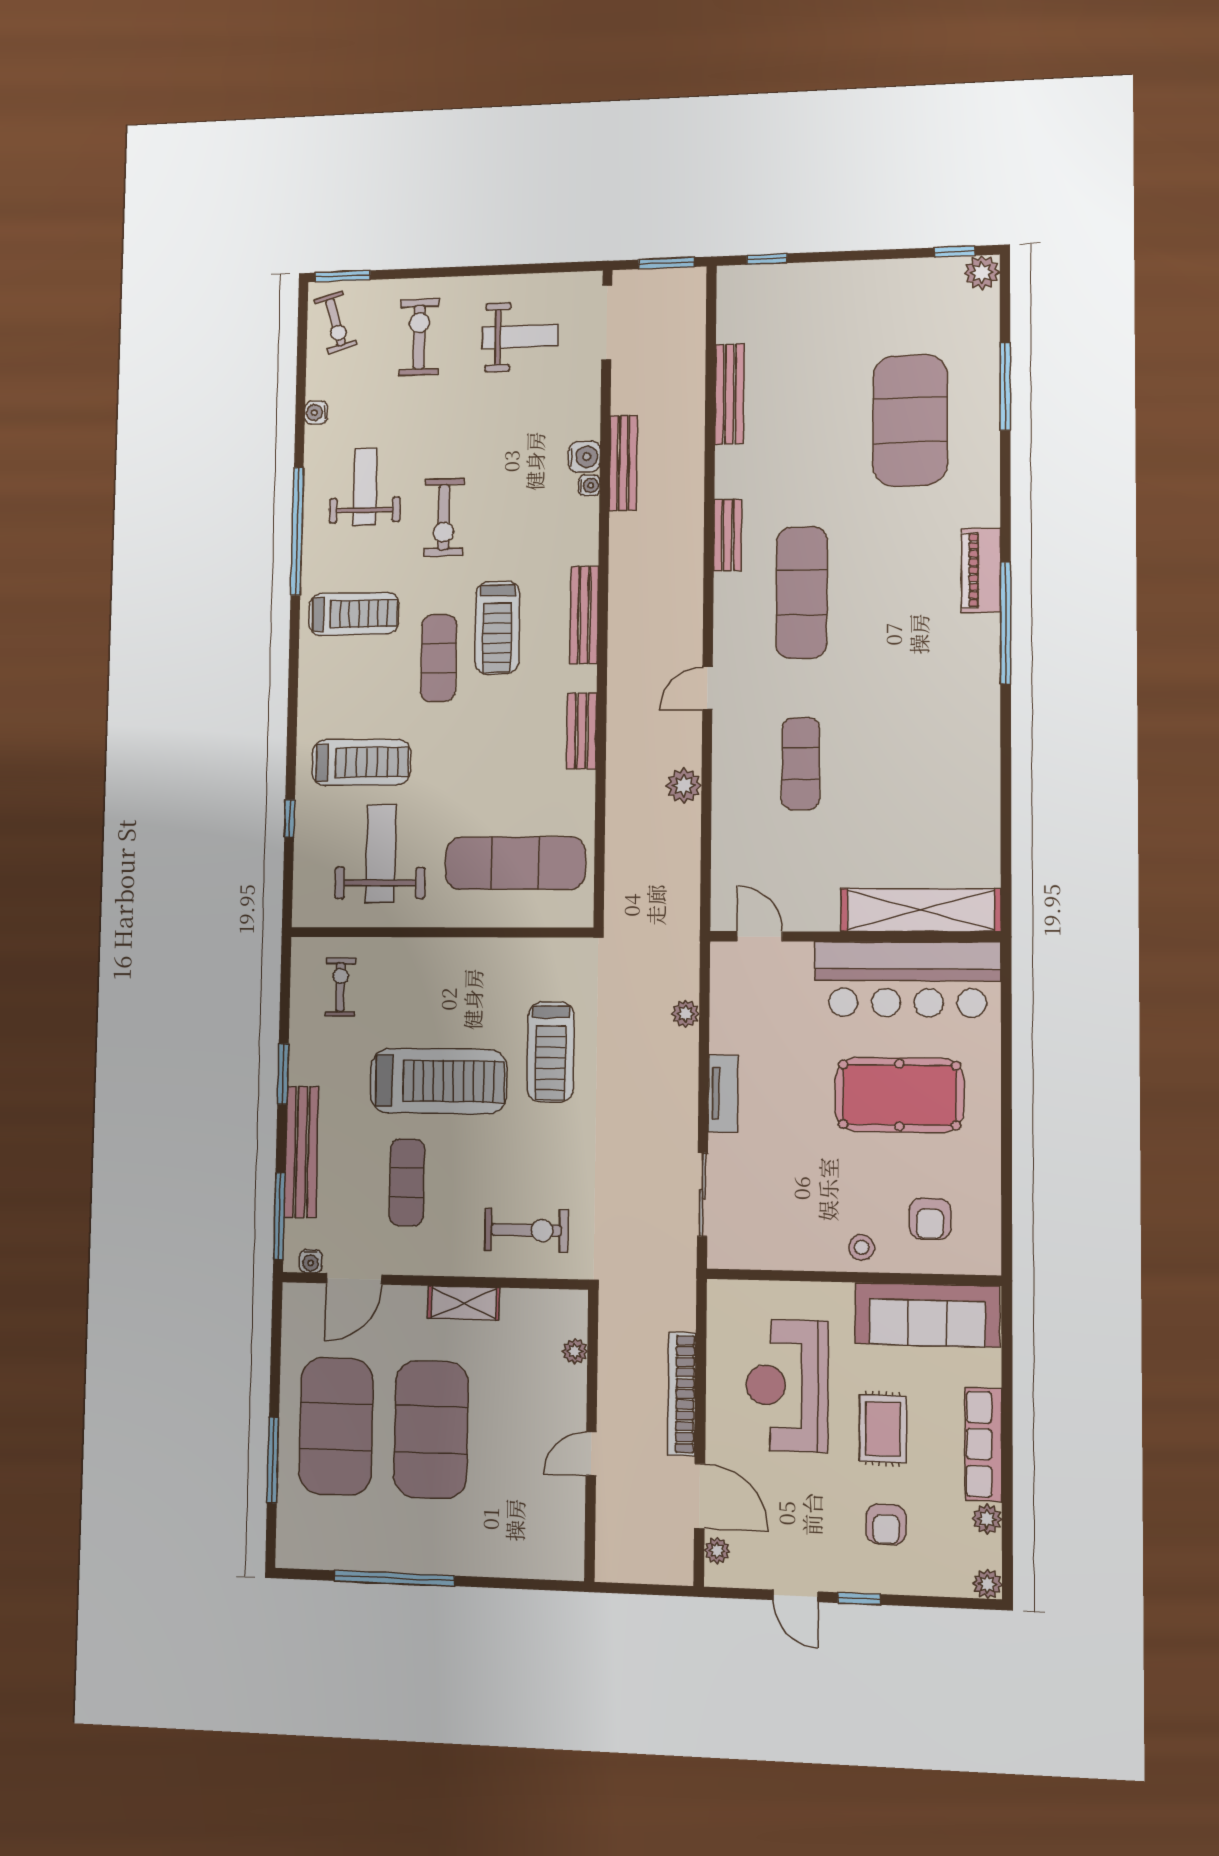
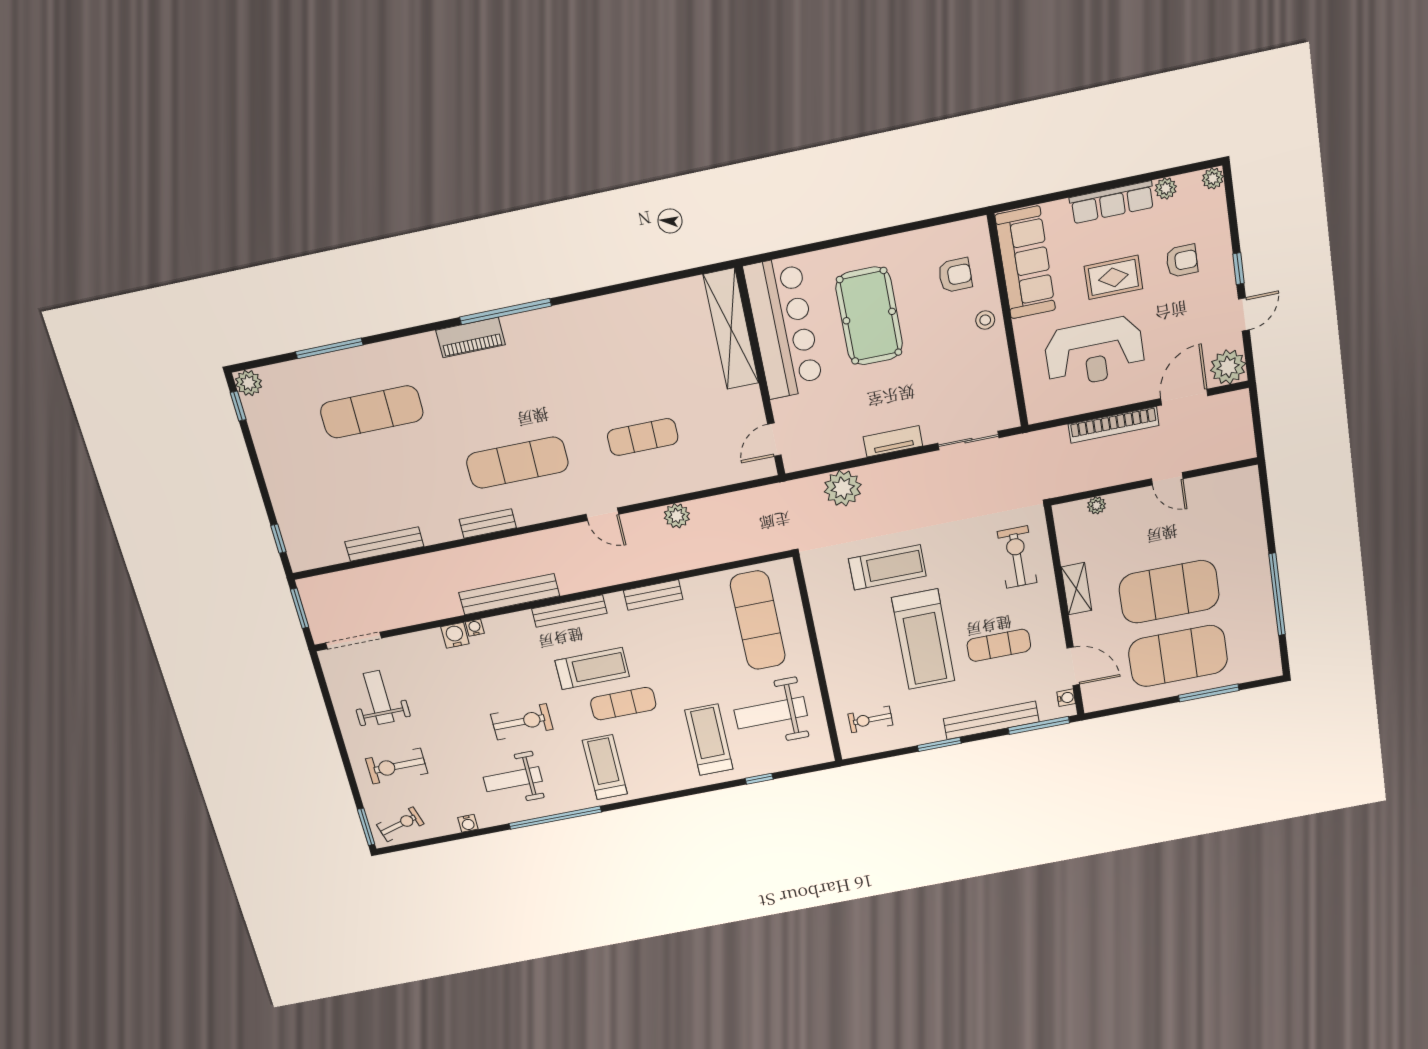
exercise mat: (910, 420) -> (372, 412), width x0.68
bench: (623, 463) -> (509, 594), moved, width x1.37, depth x1.21
plant: (686, 1014) -> (843, 488), width x1.88, depth x1.88
treadmill: (438, 1081) -> (923, 639), turned 180
plant: (717, 1551) -> (1228, 367), width x1.88, depth x1.88

